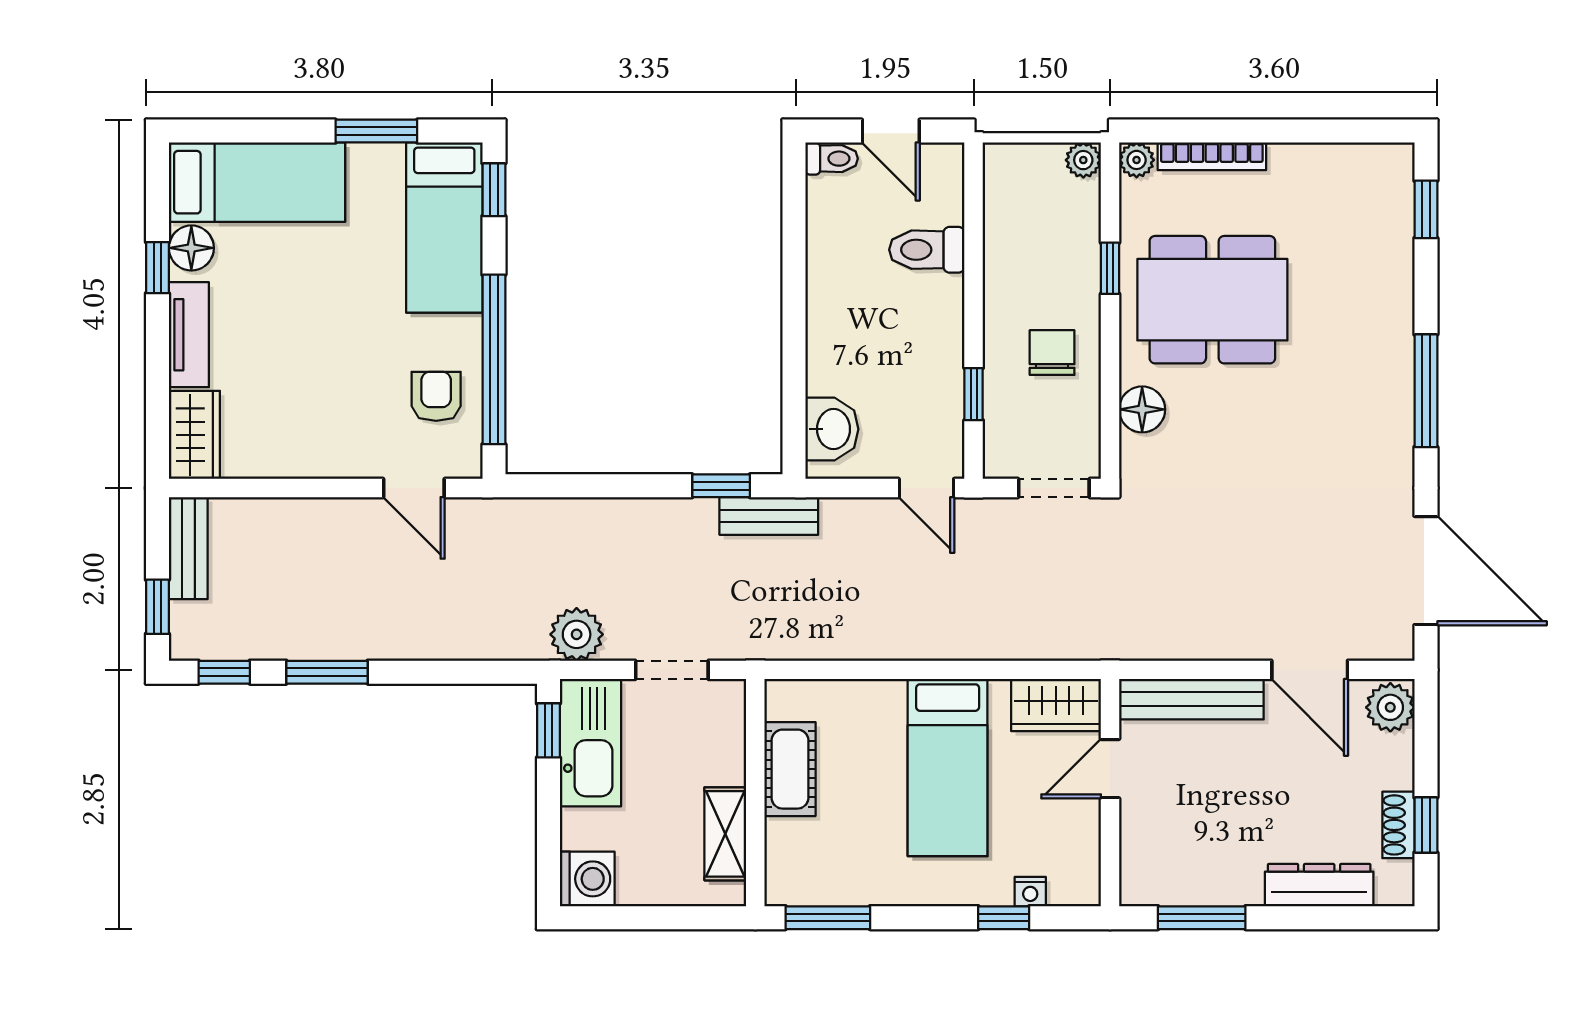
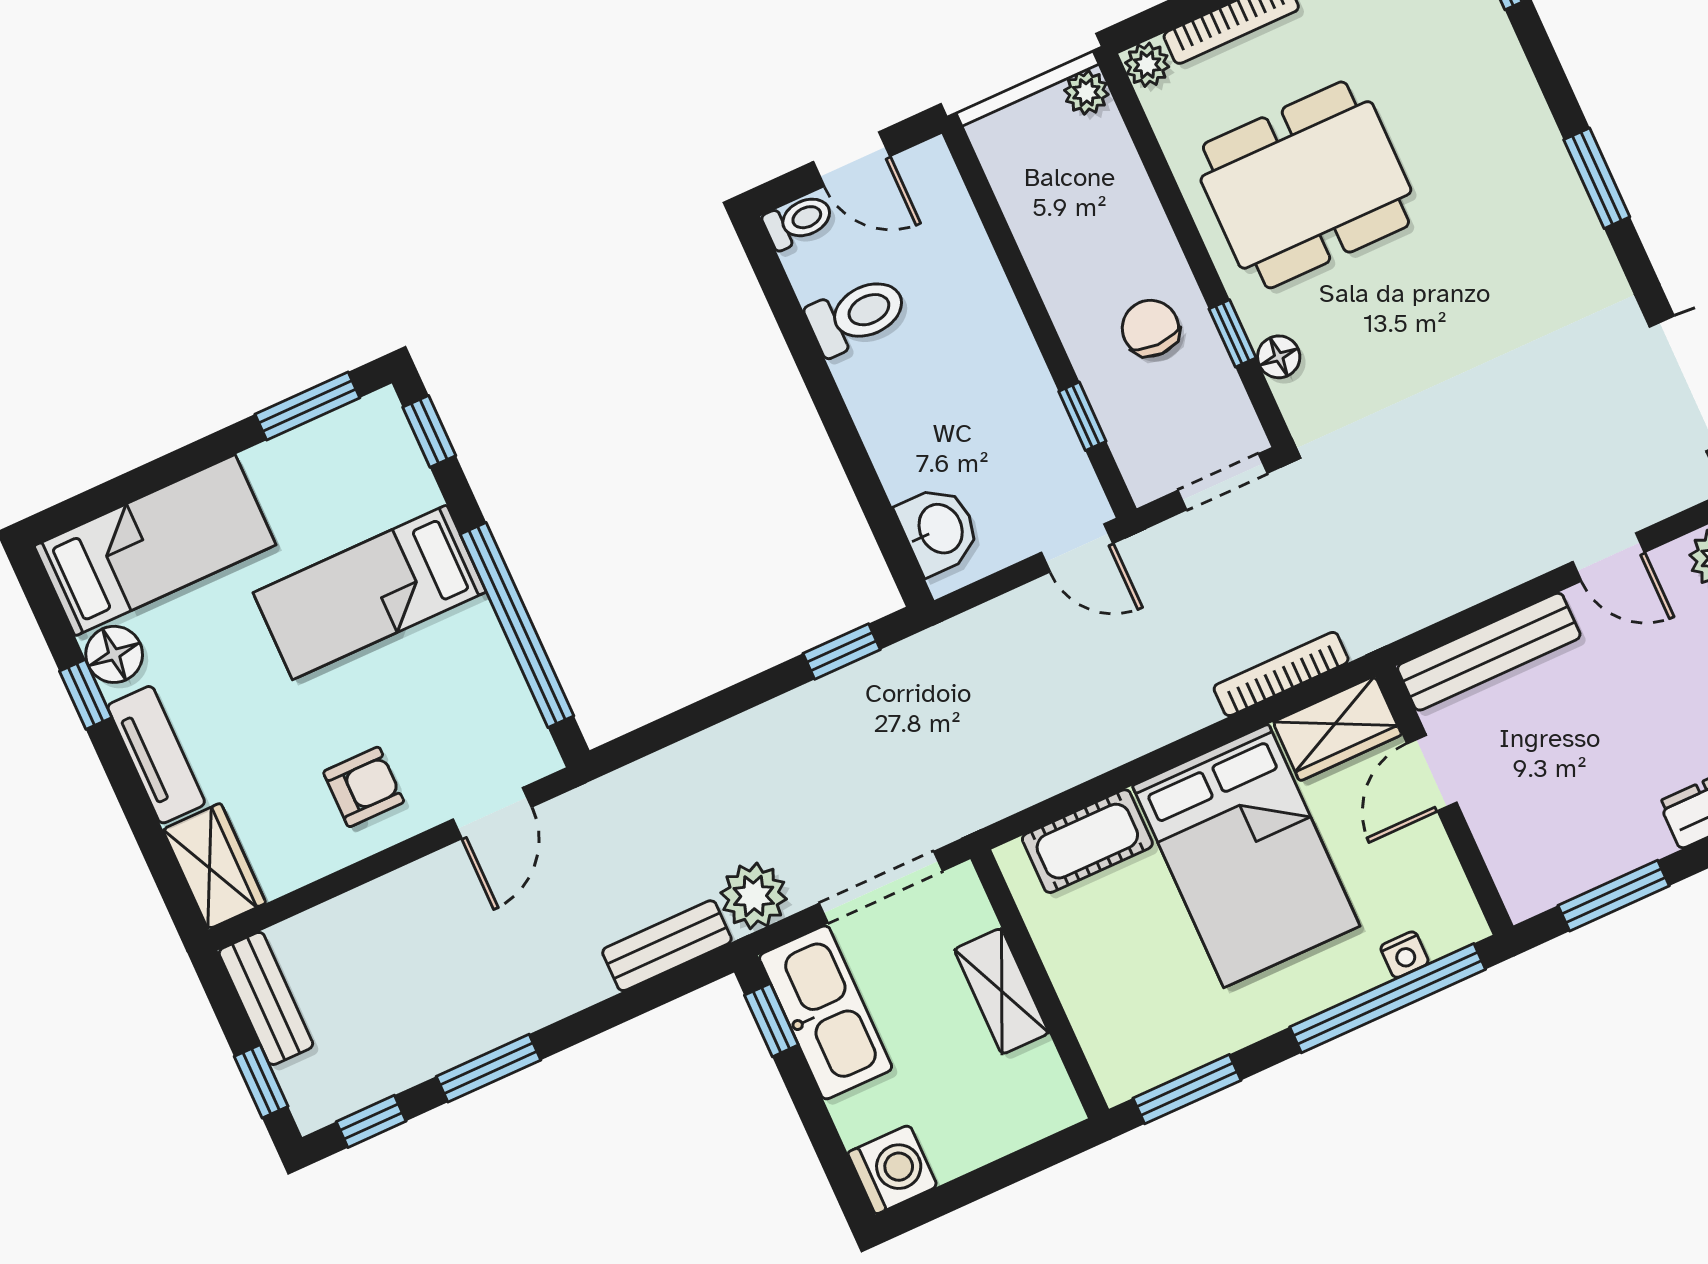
window: (376, 131) -> (307, 406), moved
bed: (444, 228) -> (370, 592), moved, turned 90
toilet: (927, 250) -> (857, 315), moved, turned 180
window: (1110, 268) -> (1232, 333), moved
window: (1426, 391) -> (1597, 178), width x0.69
armchair: (436, 396) -> (364, 787), moved, turned 90
floor lamp: (1142, 409) -> (1279, 357), width x0.73, depth x0.73
door: (414, 488) -> (492, 813), hinge flipped
bench: (769, 516) -> (667, 946), moved
bookcase: (1033, 647) -> (1281, 674), added
doorway: (672, 670) -> (881, 887), width x1.38
door: (1310, 670) -> (1609, 557), width x0.73
bed: (948, 768) -> (1246, 856), width x1.50
cot: (790, 769) -> (1087, 841), moved, turned 90
shelving: (725, 834) -> (1002, 991), moved
window: (1004, 918) -> (1388, 998), width x3.17

